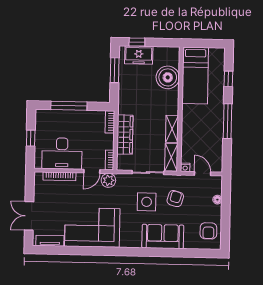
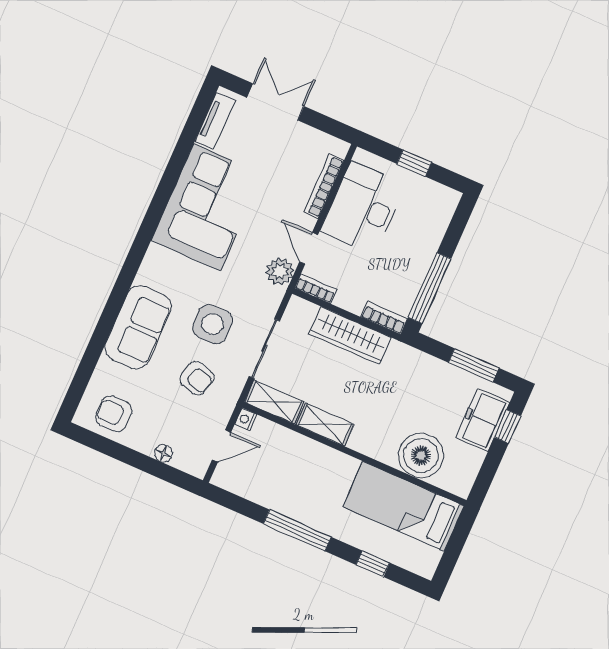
window: (69, 106) -> (430, 288), moved

